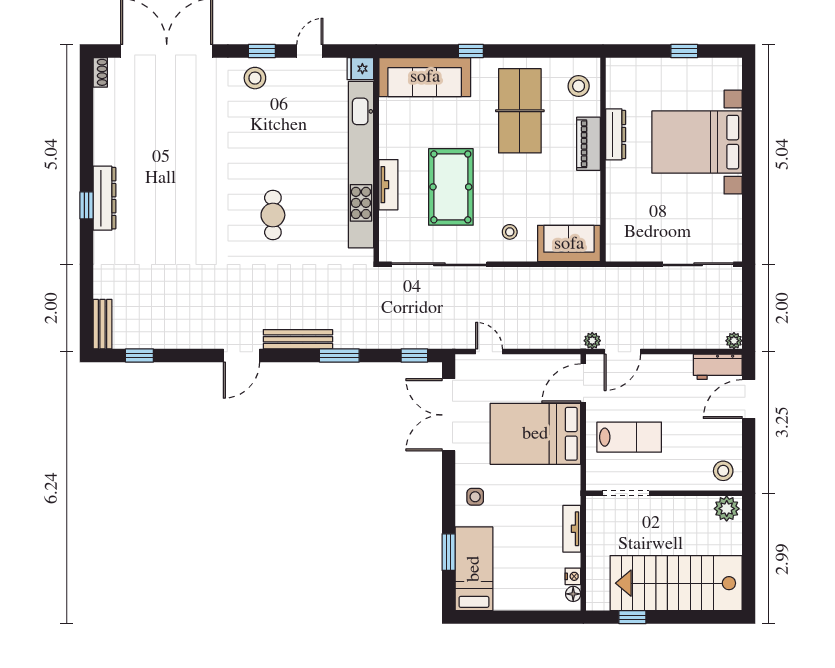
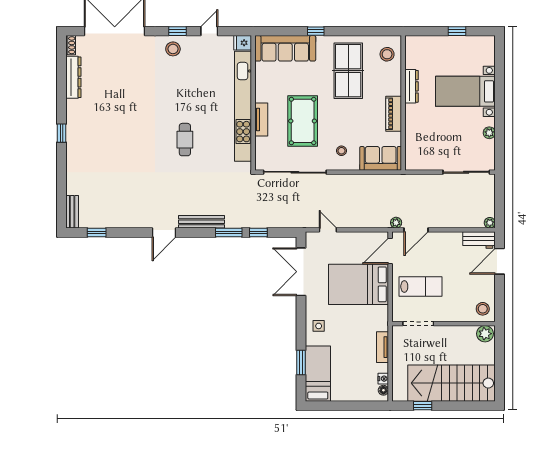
bed with nightstands: (697, 142) -> (465, 91), width x0.73
piano: (589, 144) -> (394, 114), moved
dresser: (104, 198) -> (73, 77), moved
plant: (733, 205) -> (489, 133), added
window: (414, 355) -> (258, 232), moved

